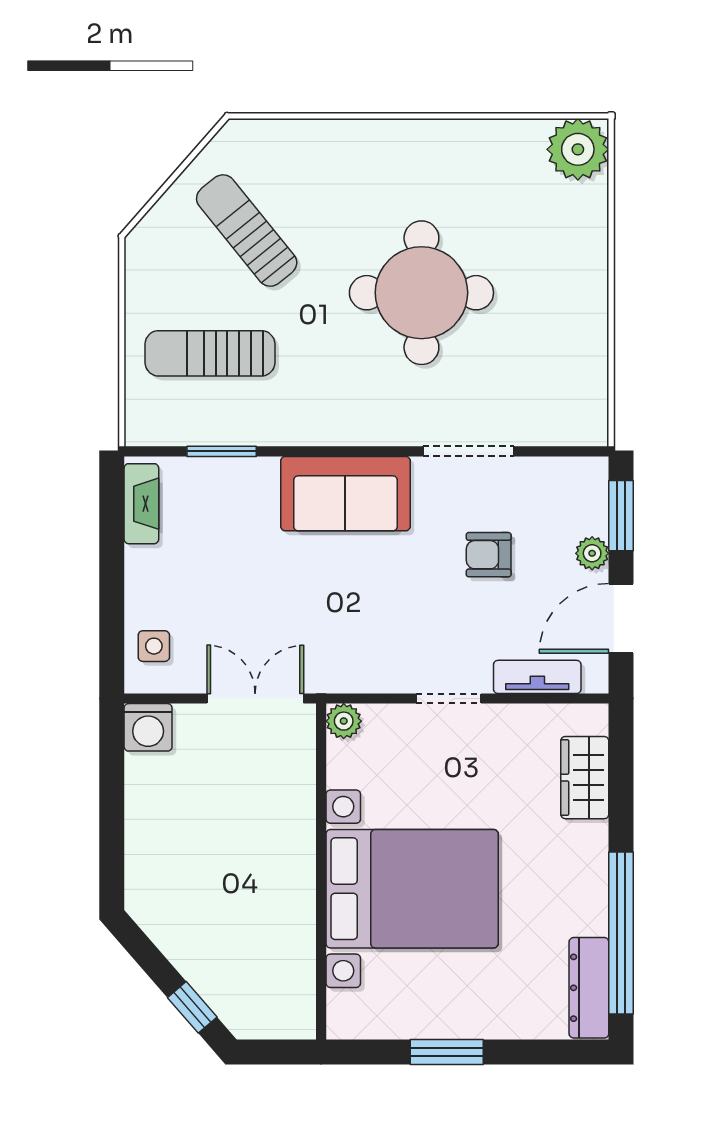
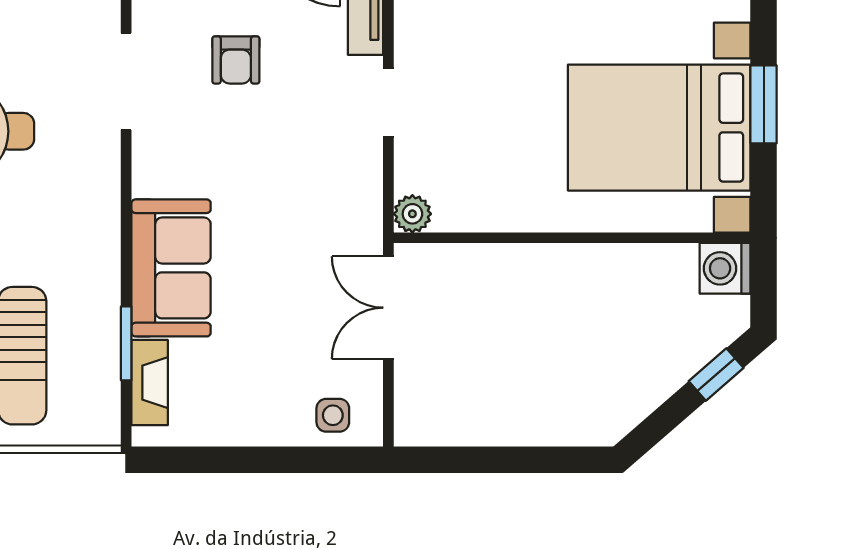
sofa: (345, 494) -> (171, 268), moved
fireplace: (141, 504) -> (150, 383), moved, turned 90
washing machine: (148, 727) -> (725, 268), moved, turned 180
bed with nightstands: (412, 889) -> (659, 128), moved, turned -90

